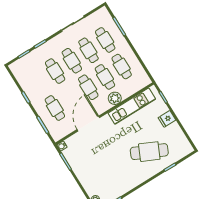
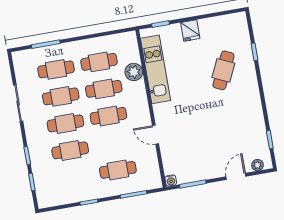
plant: (115, 98) -> (134, 72), moved
door: (88, 124) -> (156, 135), width x0.53
cafe table: (149, 152) -> (223, 70), width x0.73, depth x0.74
door: (82, 188) -> (236, 176), added

